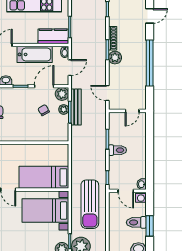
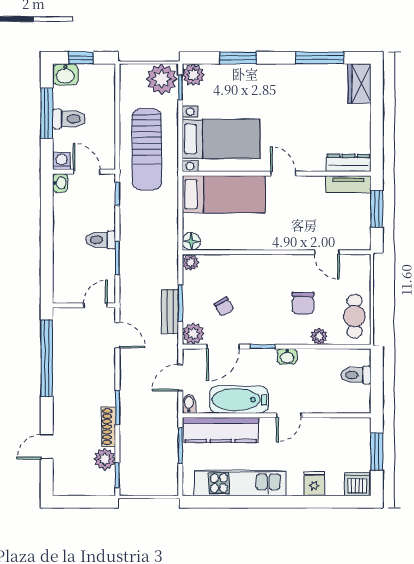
door: (150, 16) -> (47, 447), moved
kitchen counter: (53, 36) -> (221, 430), width x1.50
plant: (115, 58) -> (105, 459), moved
window: (150, 63) -> (47, 358), moved
bench: (76, 107) -> (170, 312), width x0.73
plant: (64, 109) -> (190, 262), moved
door: (132, 111) -> (95, 305), moved
floor lamp: (63, 149) -> (191, 241), added
sun lounger: (90, 204) -> (147, 149), turned 180
window: (150, 226) -> (47, 113), width x1.44

